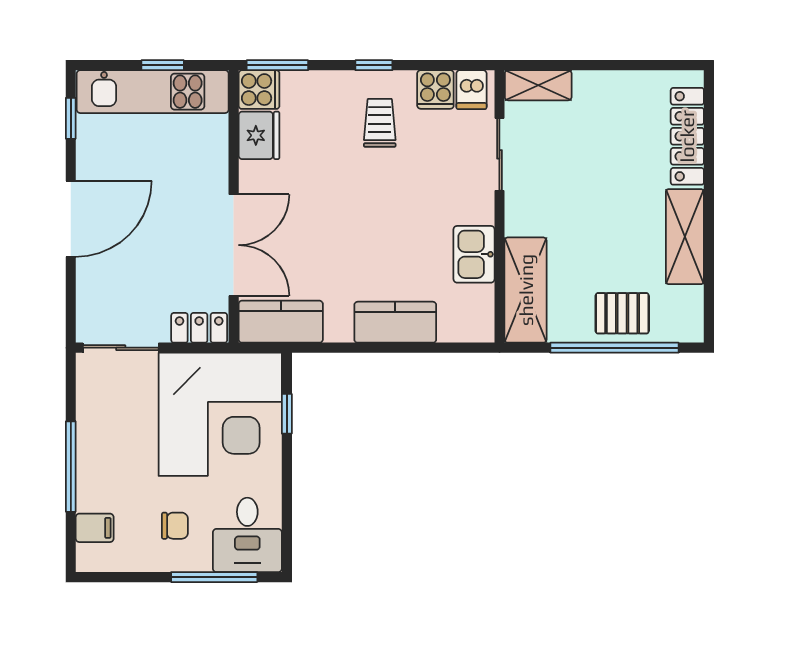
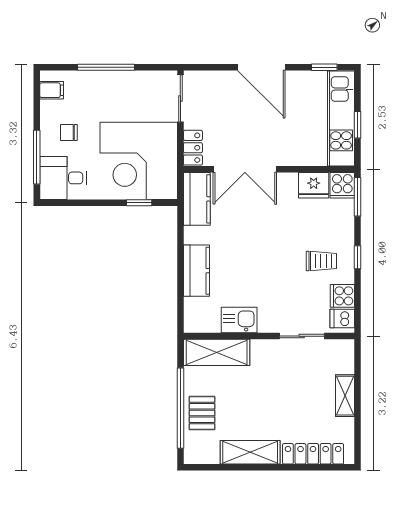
shelving: (538, 85) -> (345, 396), moved
chair: (175, 526) -> (69, 133), turned 90
filing cabinet: (95, 528) -> (52, 90), moved, turned -90

